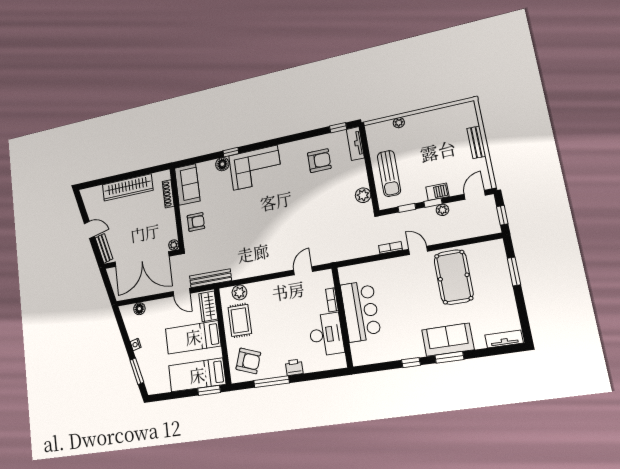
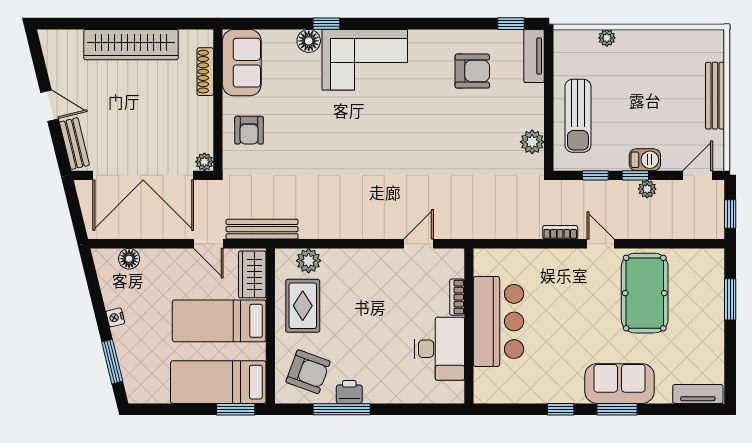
bench: (476, 142) -> (715, 96), width x1.36
armchair: (196, 222) -> (249, 130), turned 90
printer: (294, 367) -> (349, 392), moved

